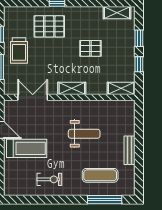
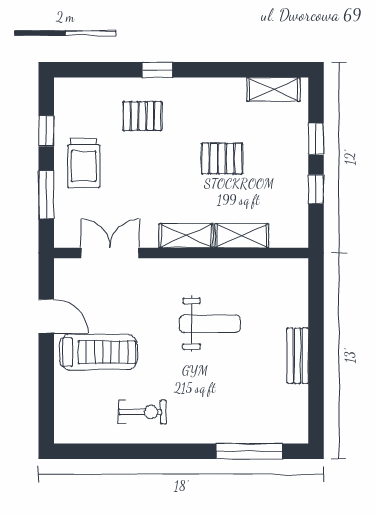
pallet: (49, 26) -> (142, 116), width x0.67, depth x0.71
shelving: (121, 88) -> (242, 236), moved
exercise mat: (100, 175) -> (241, 404), removed

